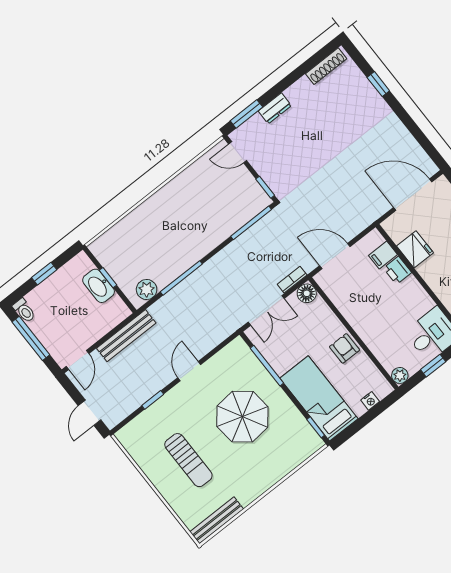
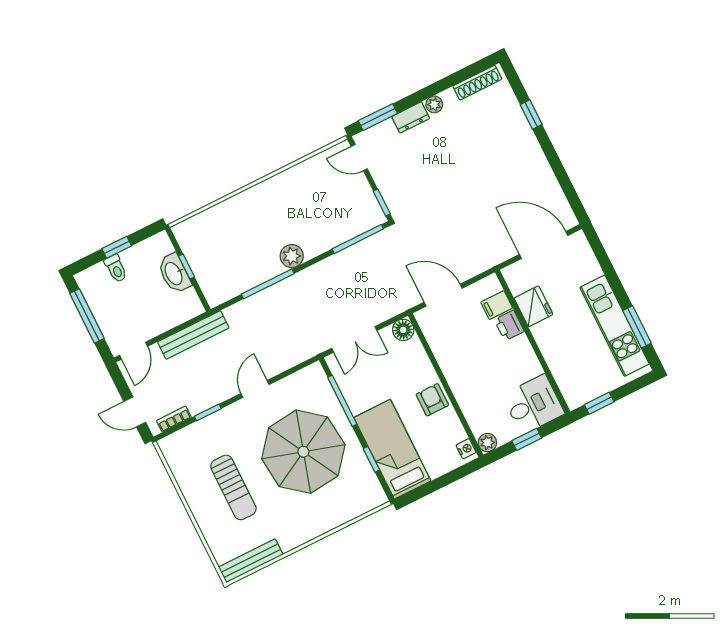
plant: (293, 93) -> (434, 104), added
bookcase: (292, 280) -> (174, 419), moved
plant: (147, 289) -> (292, 256), moved
toilet: (24, 310) -> (116, 268), moved
nightstand: (370, 401) -> (466, 449), moved, turned -90
door: (90, 413) -> (135, 412), hinge flipped
parasol: (242, 417) -> (303, 452), width x1.36, depth x1.36
window: (316, 427) -> (371, 459), moved

